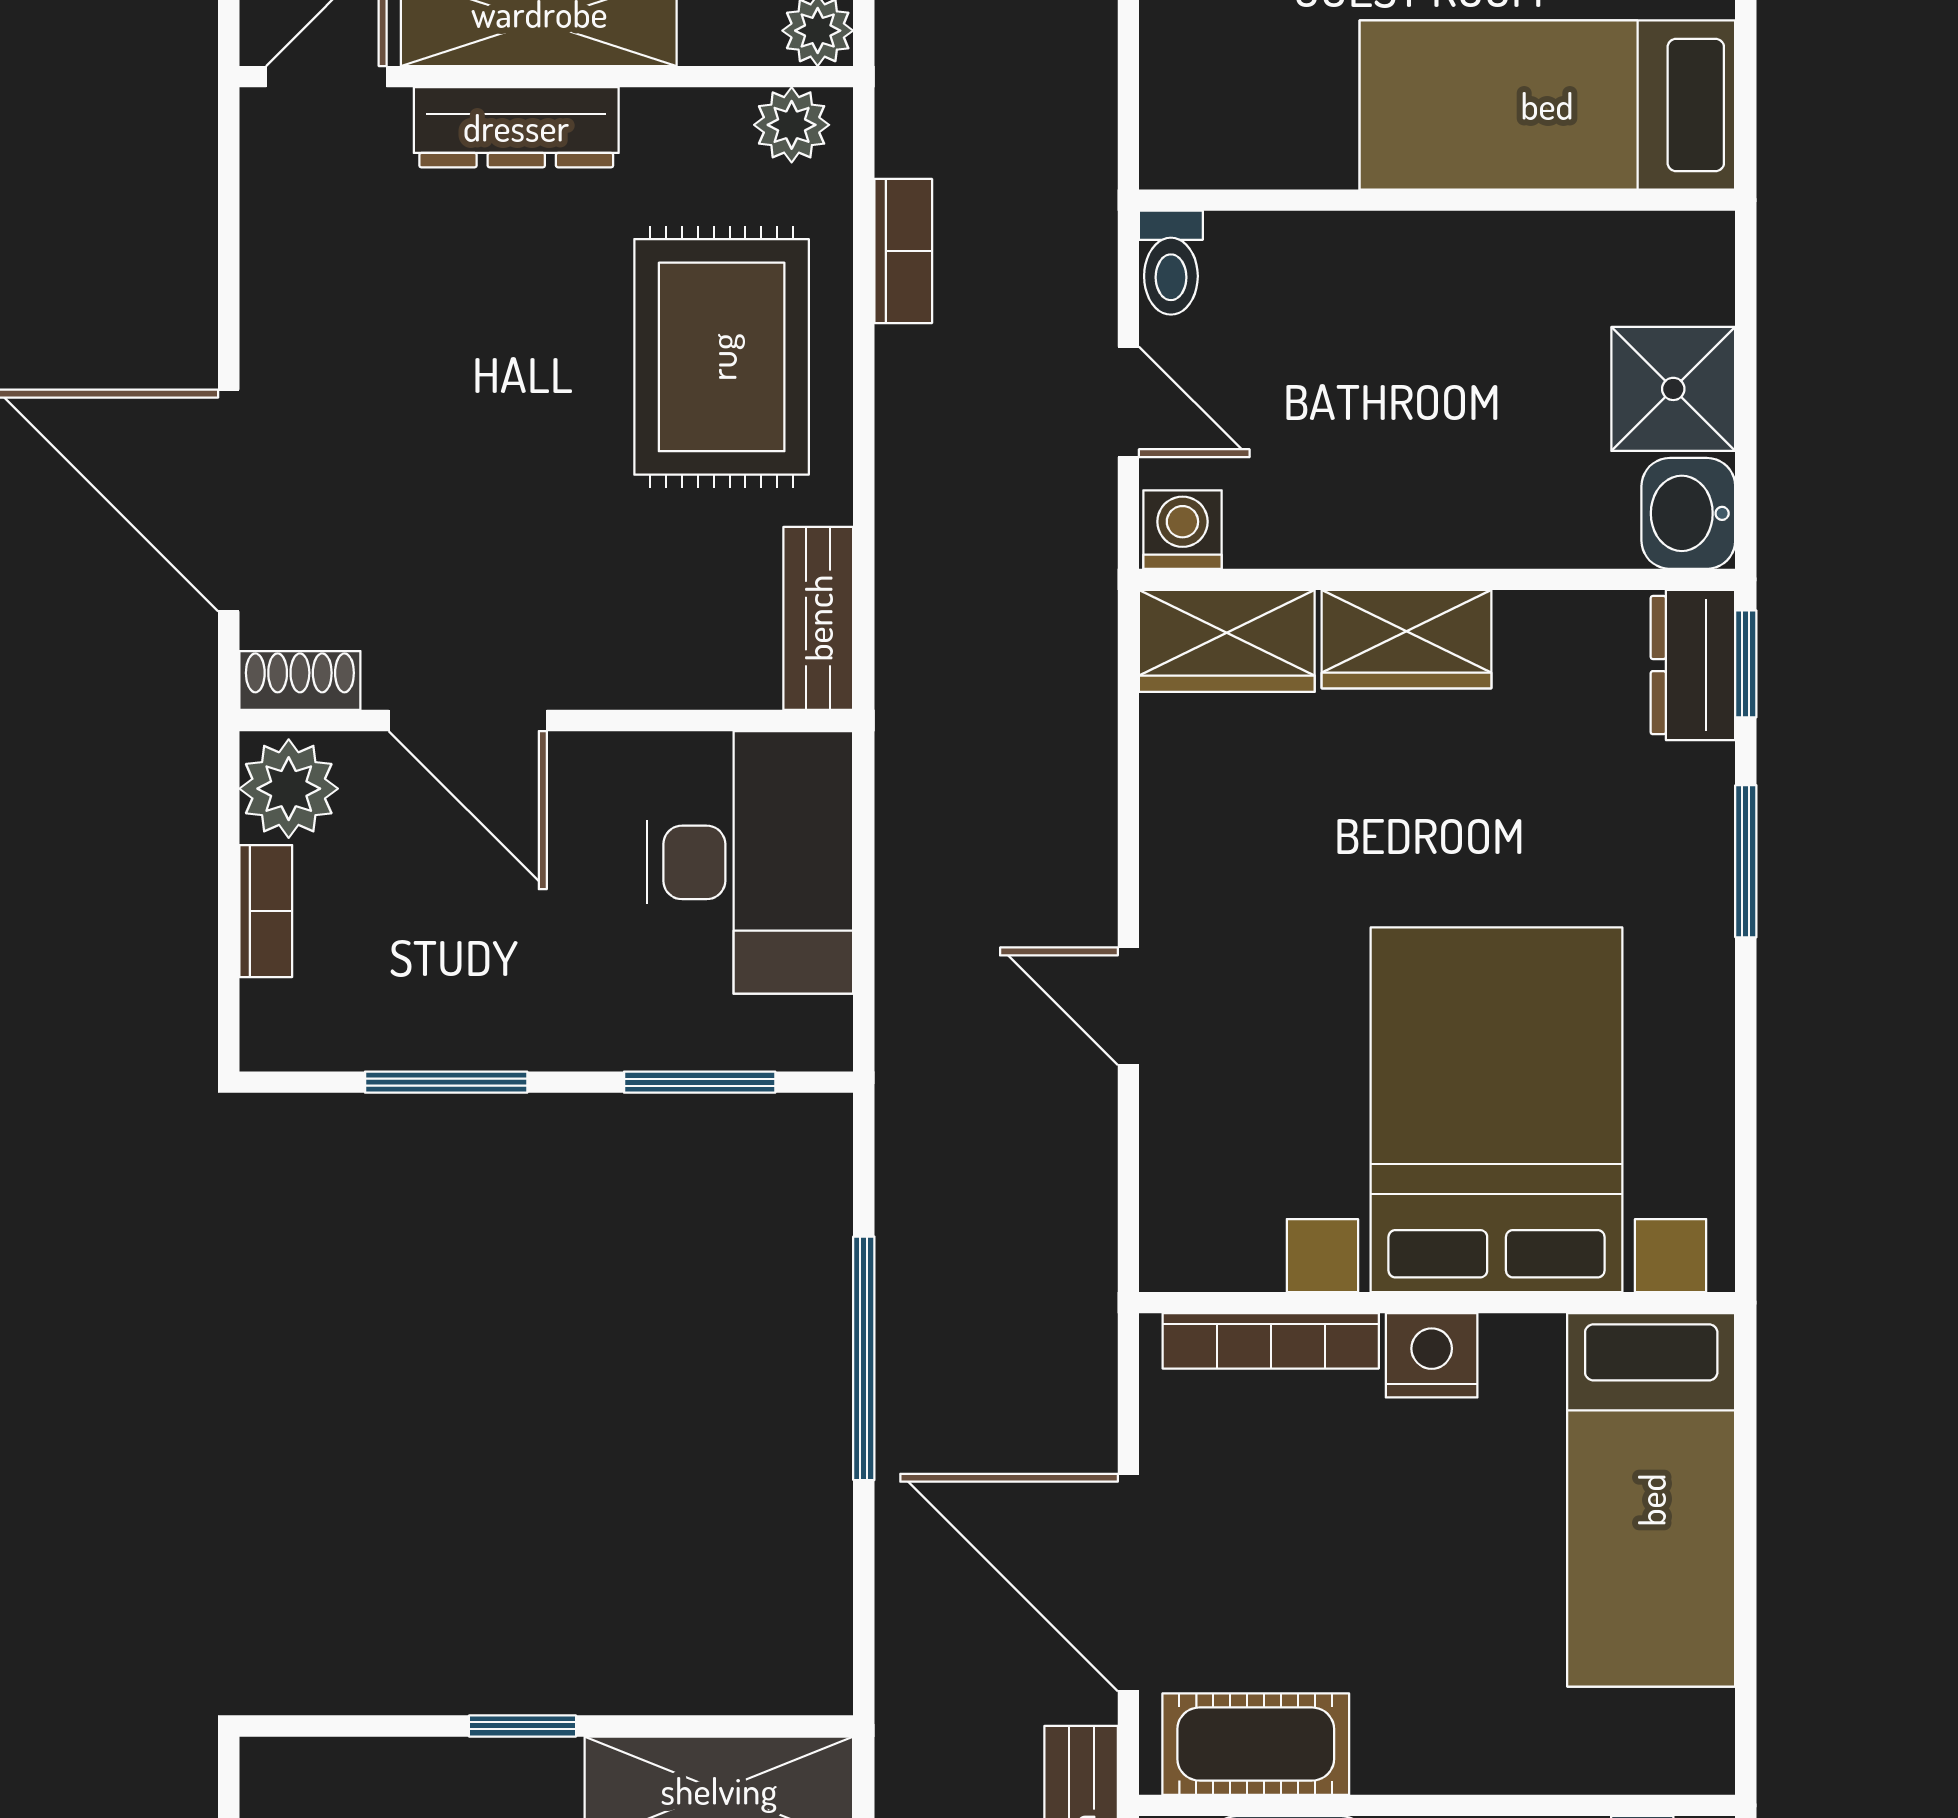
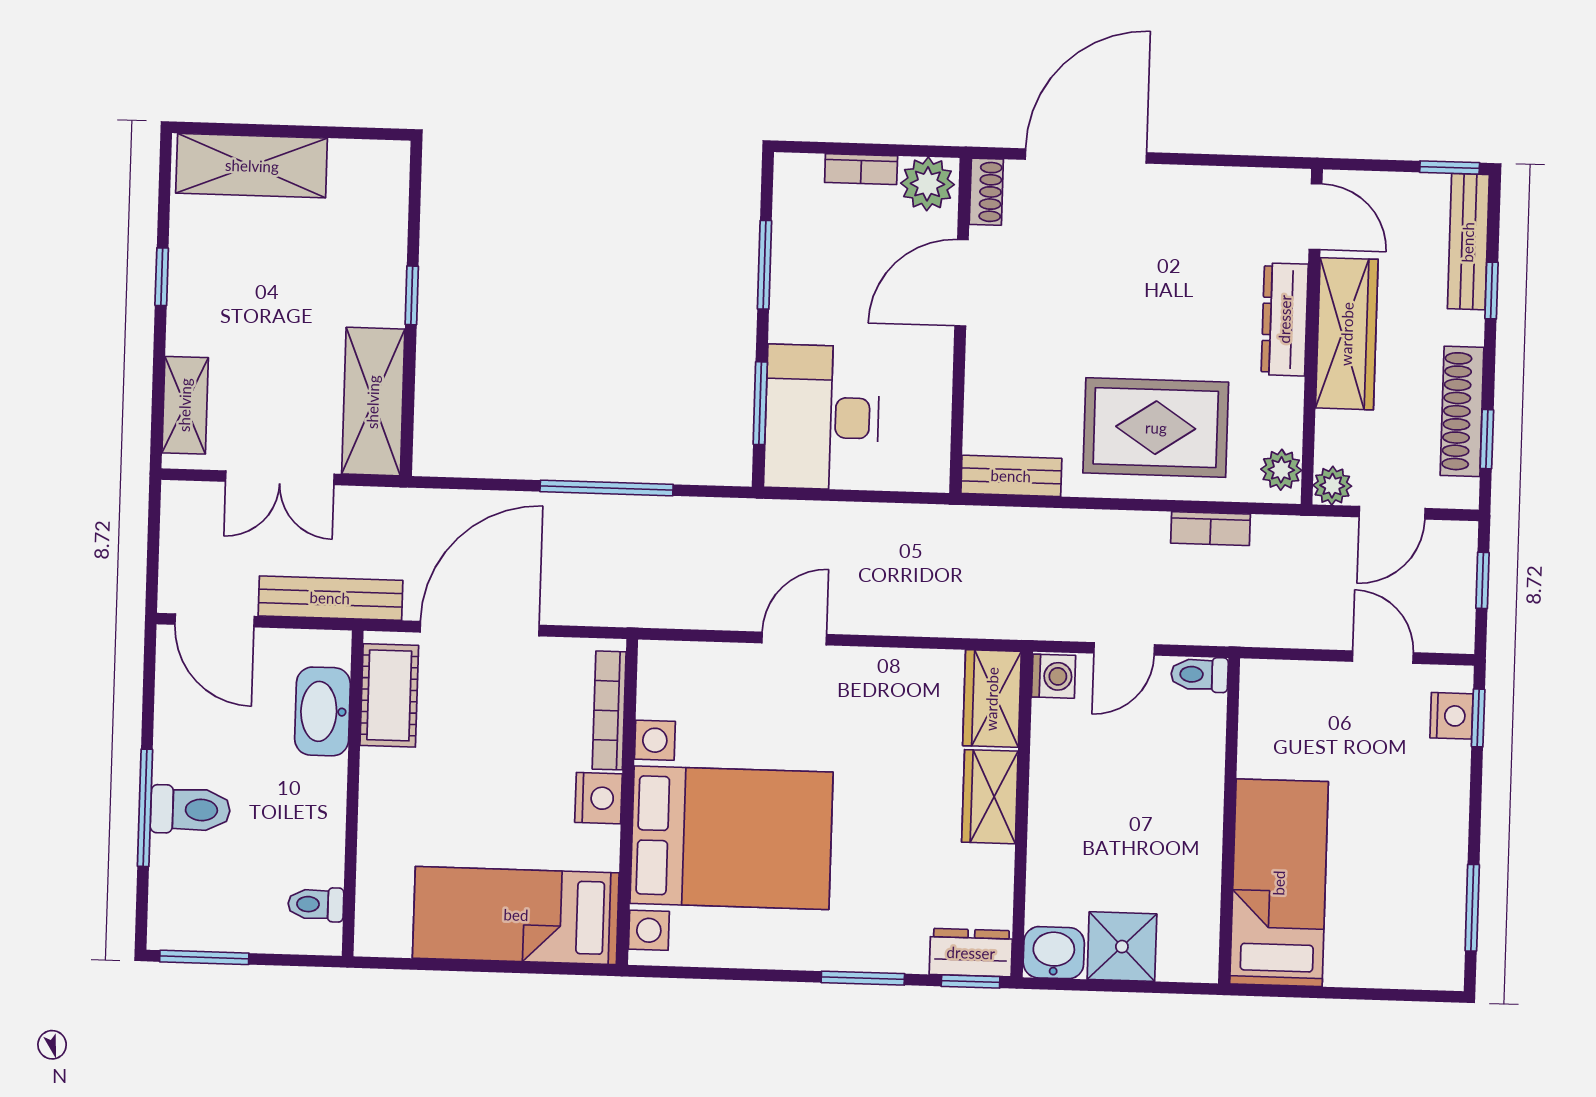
desk: (750, 862) -> (822, 417), moved, turned 90

